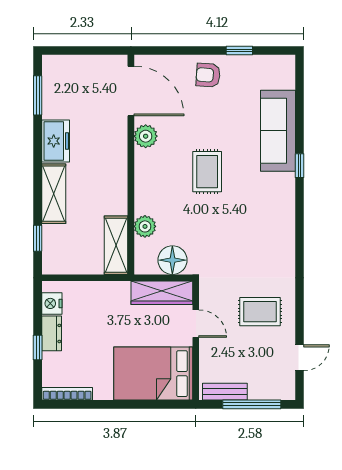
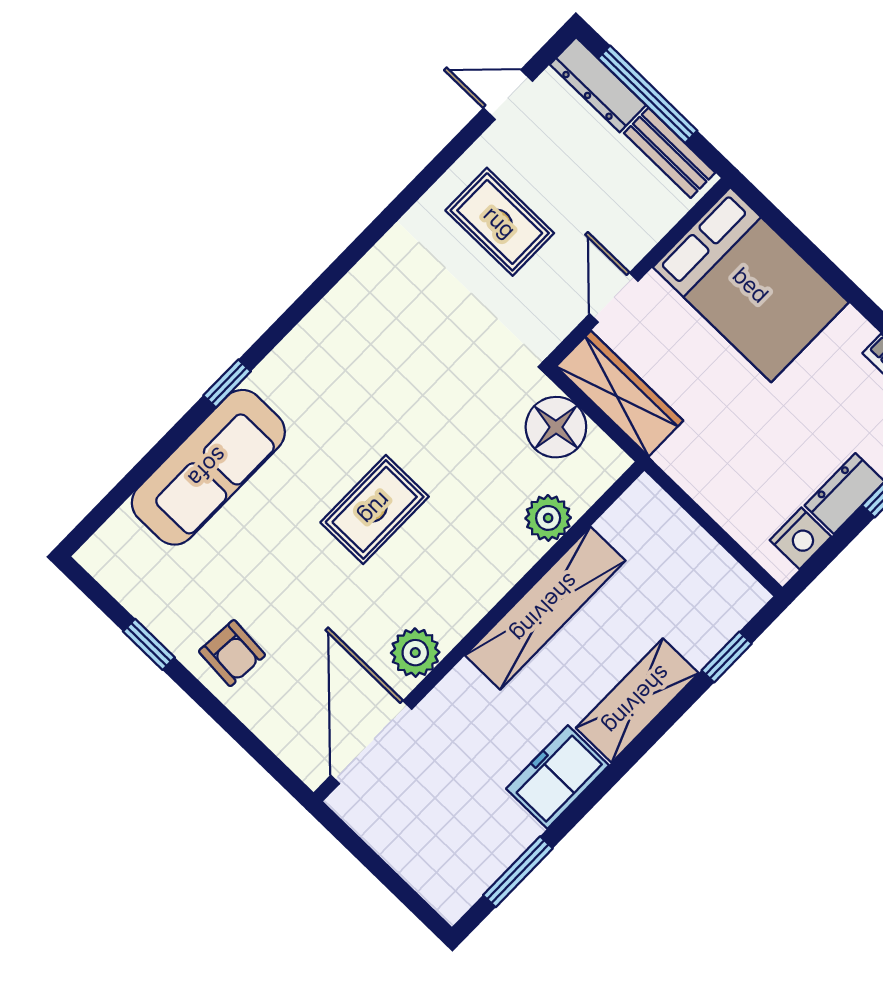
shelving: (116, 245) -> (545, 608), moved, width x1.47
dresser: (272, 391) -> (598, 85), added

